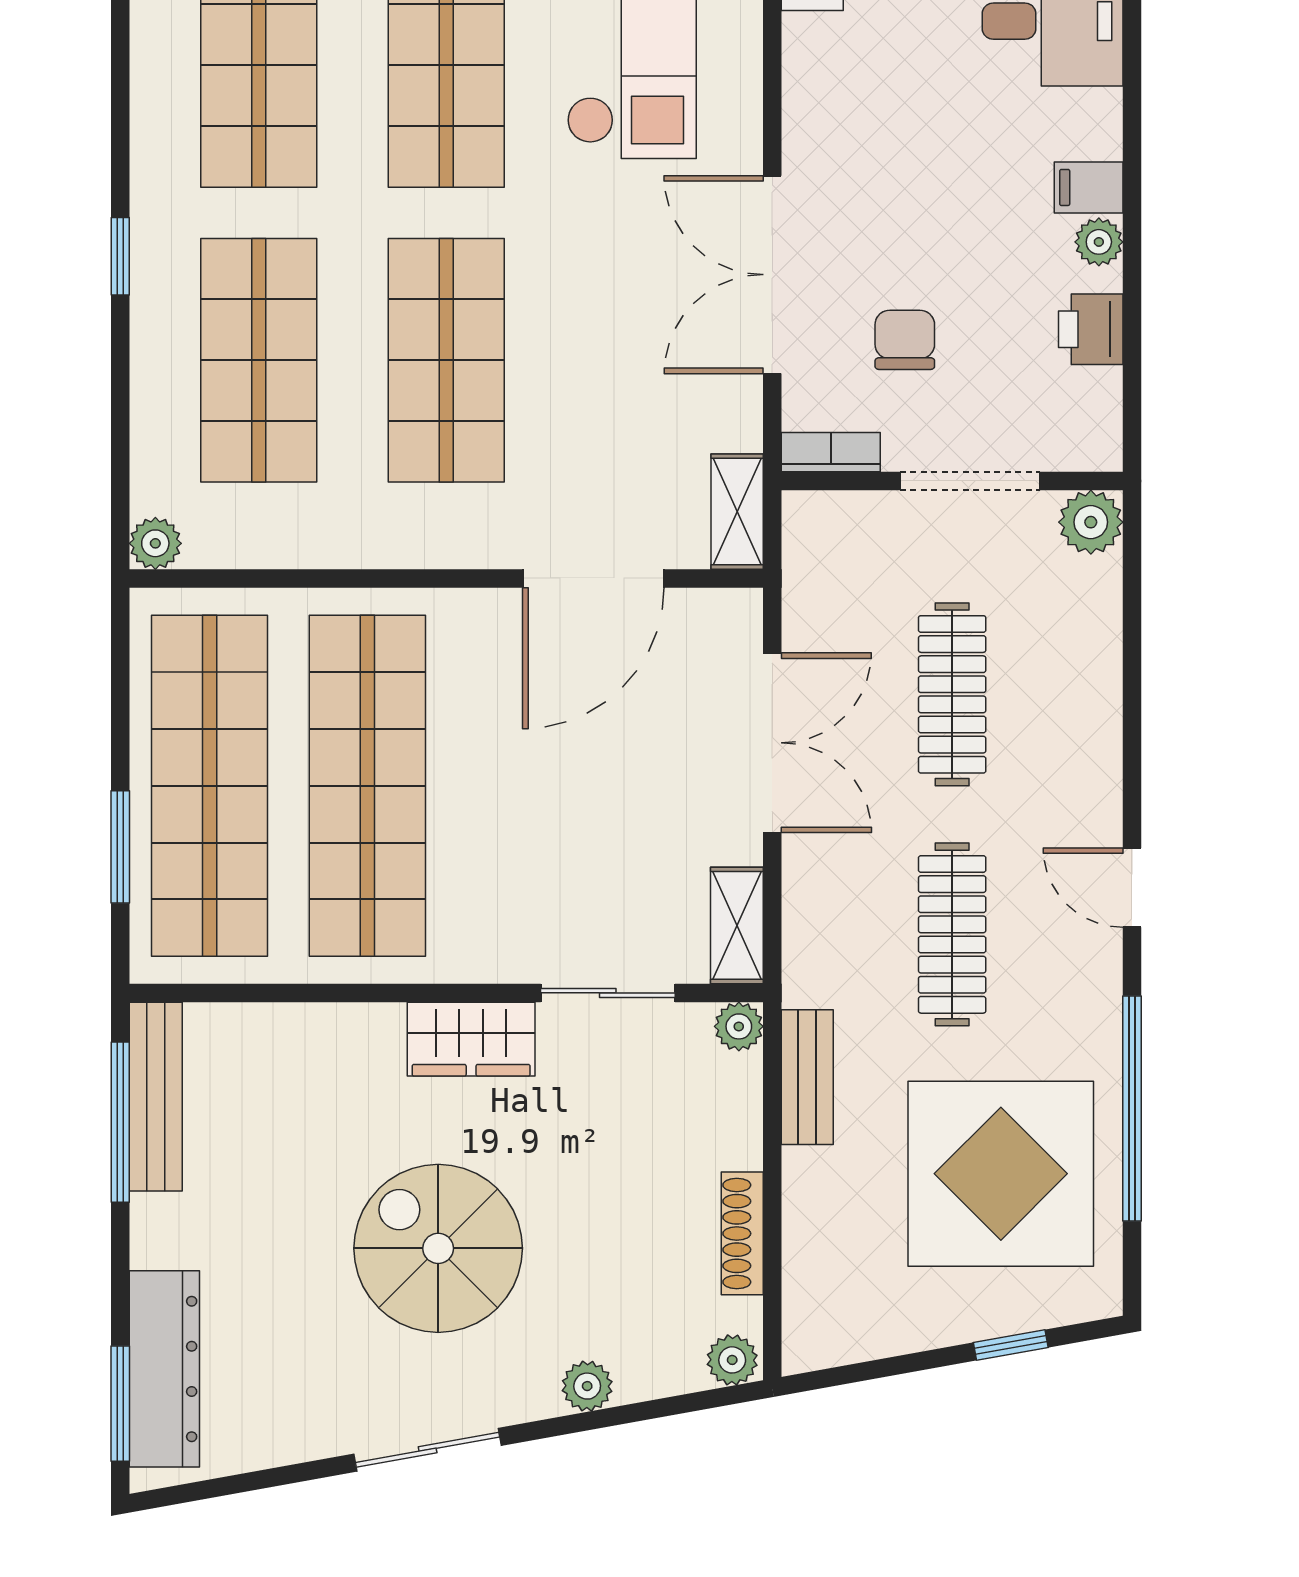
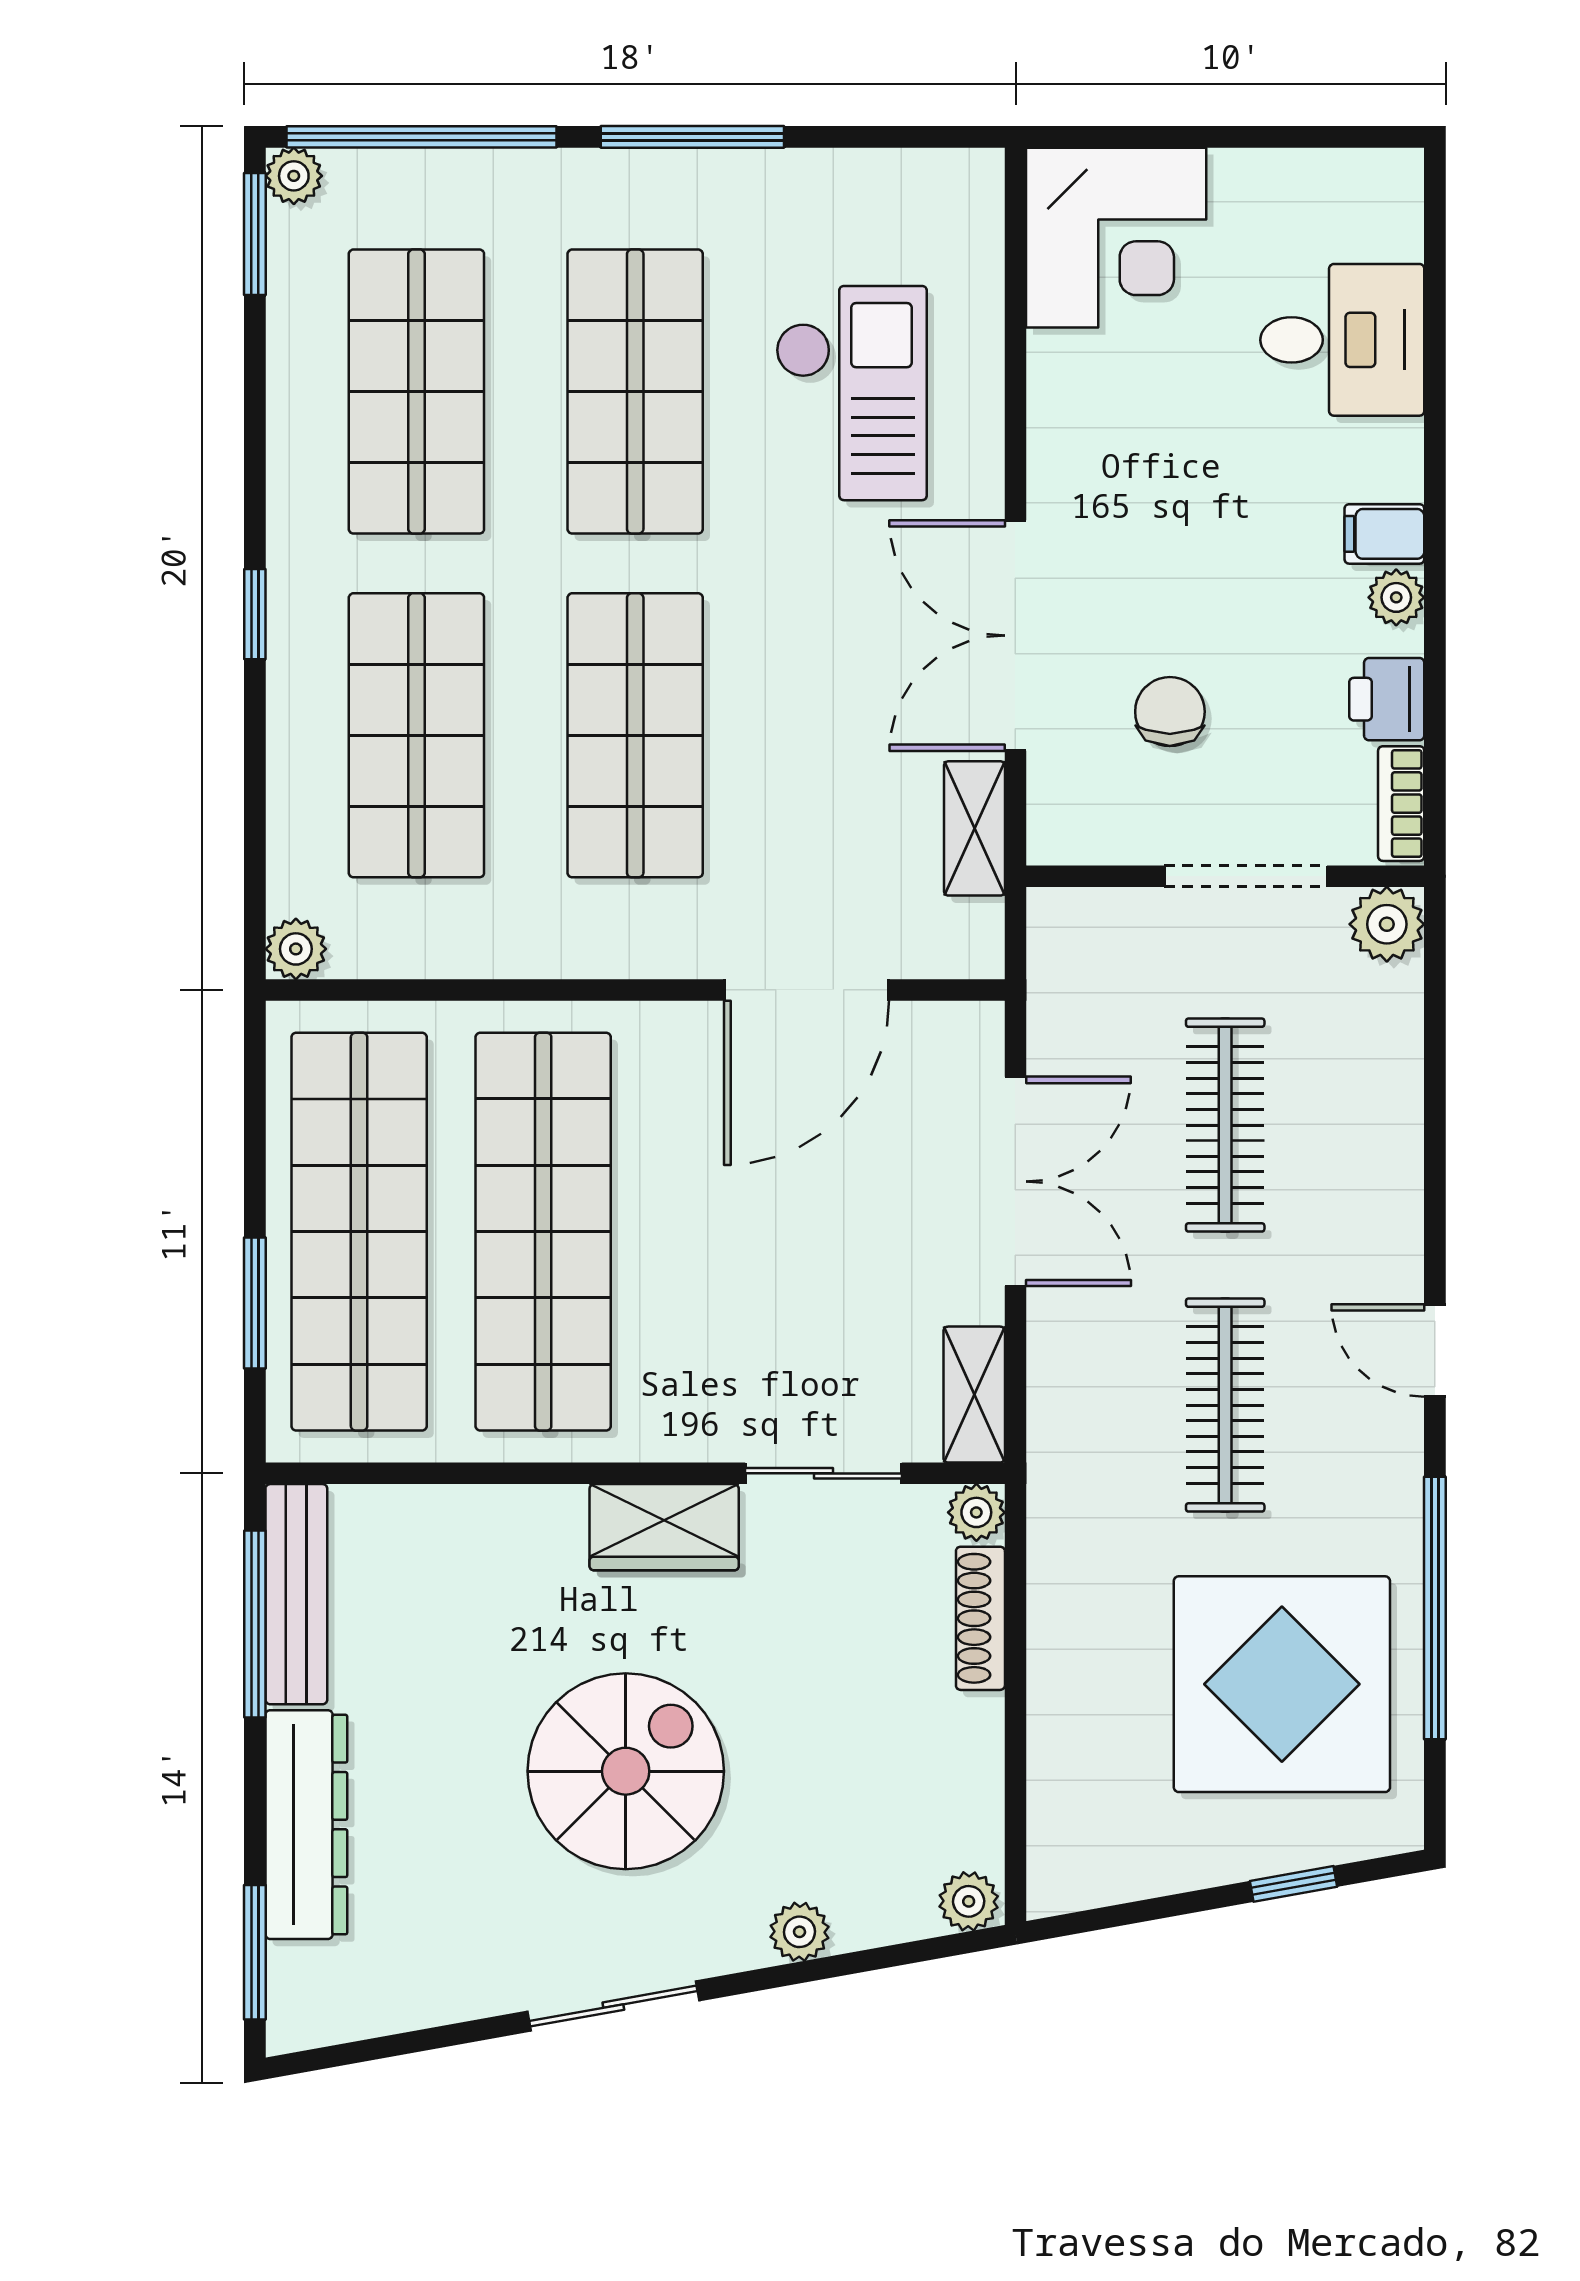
bookcase: (831, 452) -> (1401, 804), moved, turned -90
shelving: (737, 512) -> (974, 828), moved
bench: (807, 1077) -> (1056, 1571), removed
shoe rack: (742, 1233) -> (980, 1618), moved
spiral stairs: (438, 1248) -> (626, 1771), turned 90
dresser: (164, 1369) -> (306, 1825), moved

